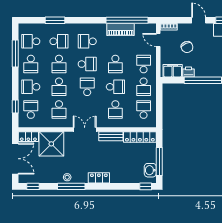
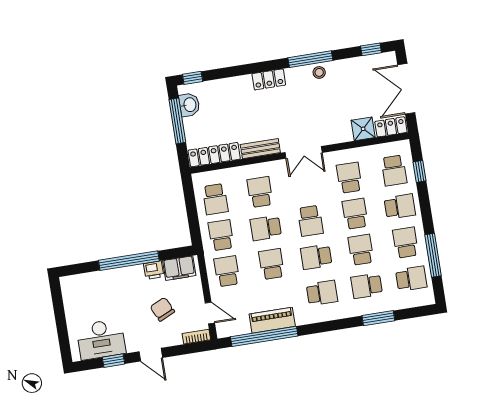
school desk: (144, 64) -> (227, 271), turned 180
shower: (51, 144) -> (363, 129), width x0.54, depth x0.54

